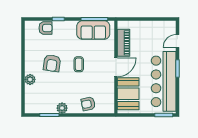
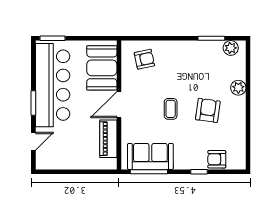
armchair: (88, 104) -> (144, 59), moved
plant: (62, 108) -> (231, 48), moved

